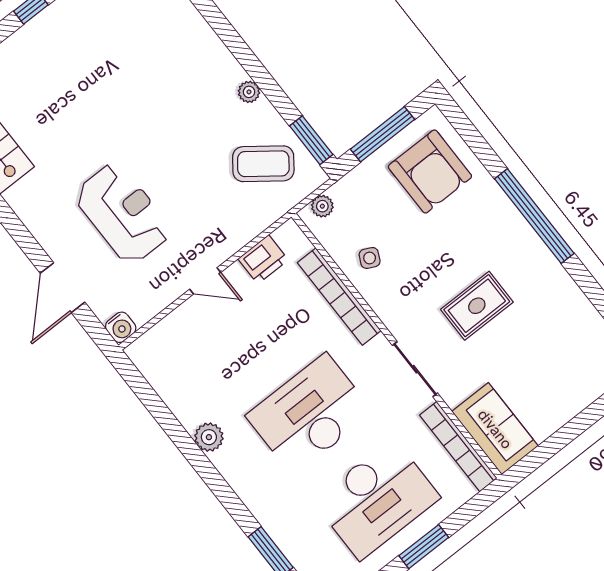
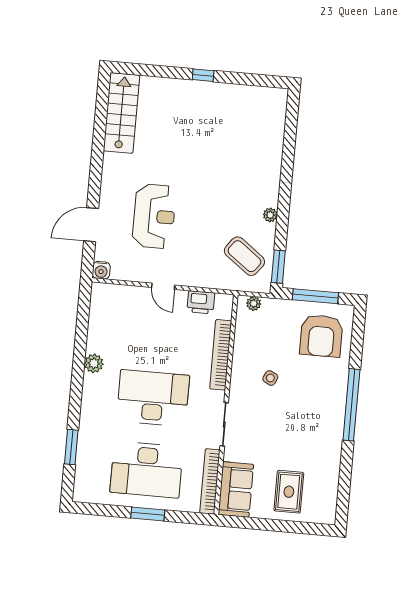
side table: (370, 258) -> (270, 378), moved
rug: (477, 306) -> (289, 492), moved, turned 90

